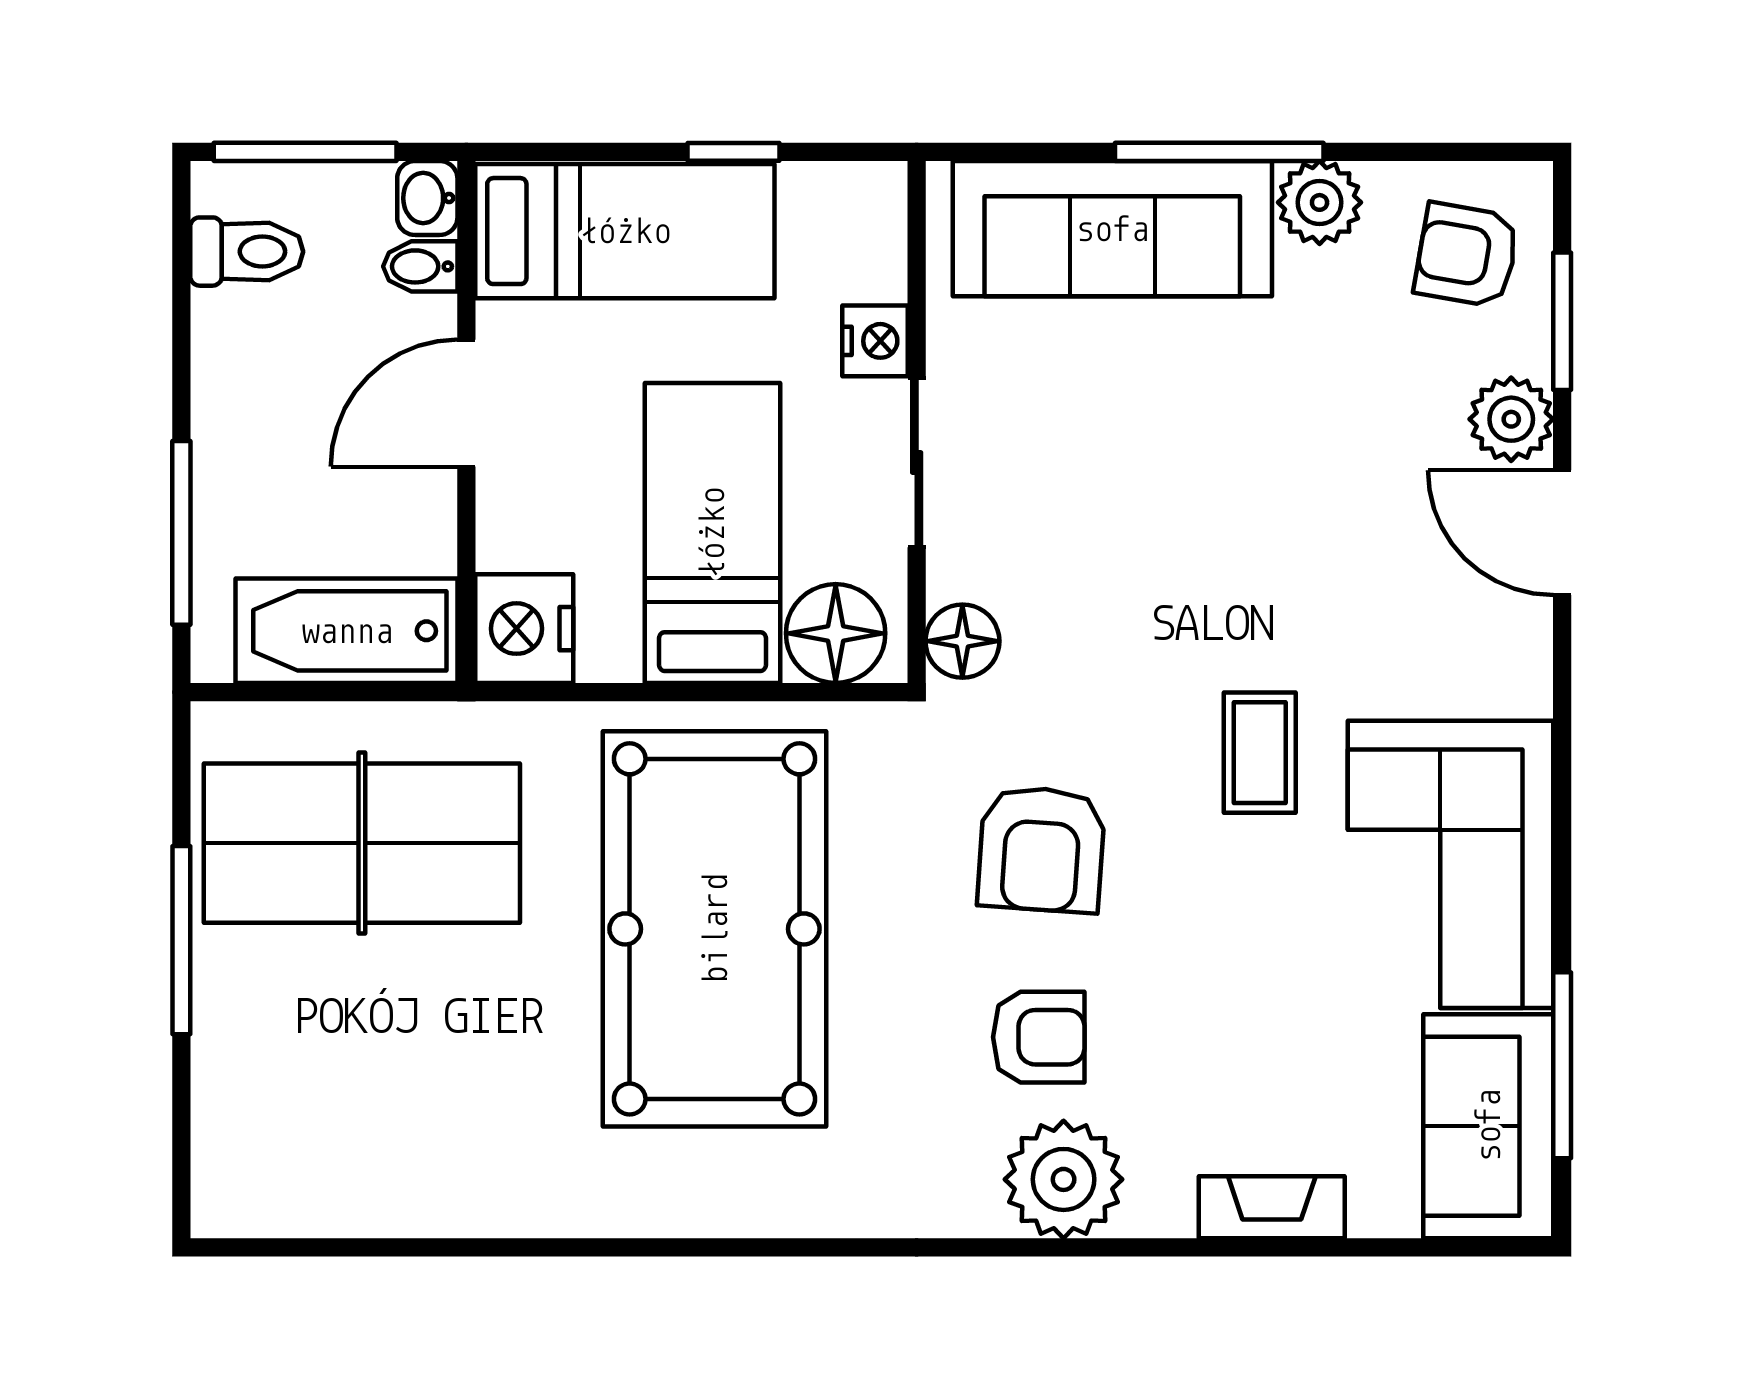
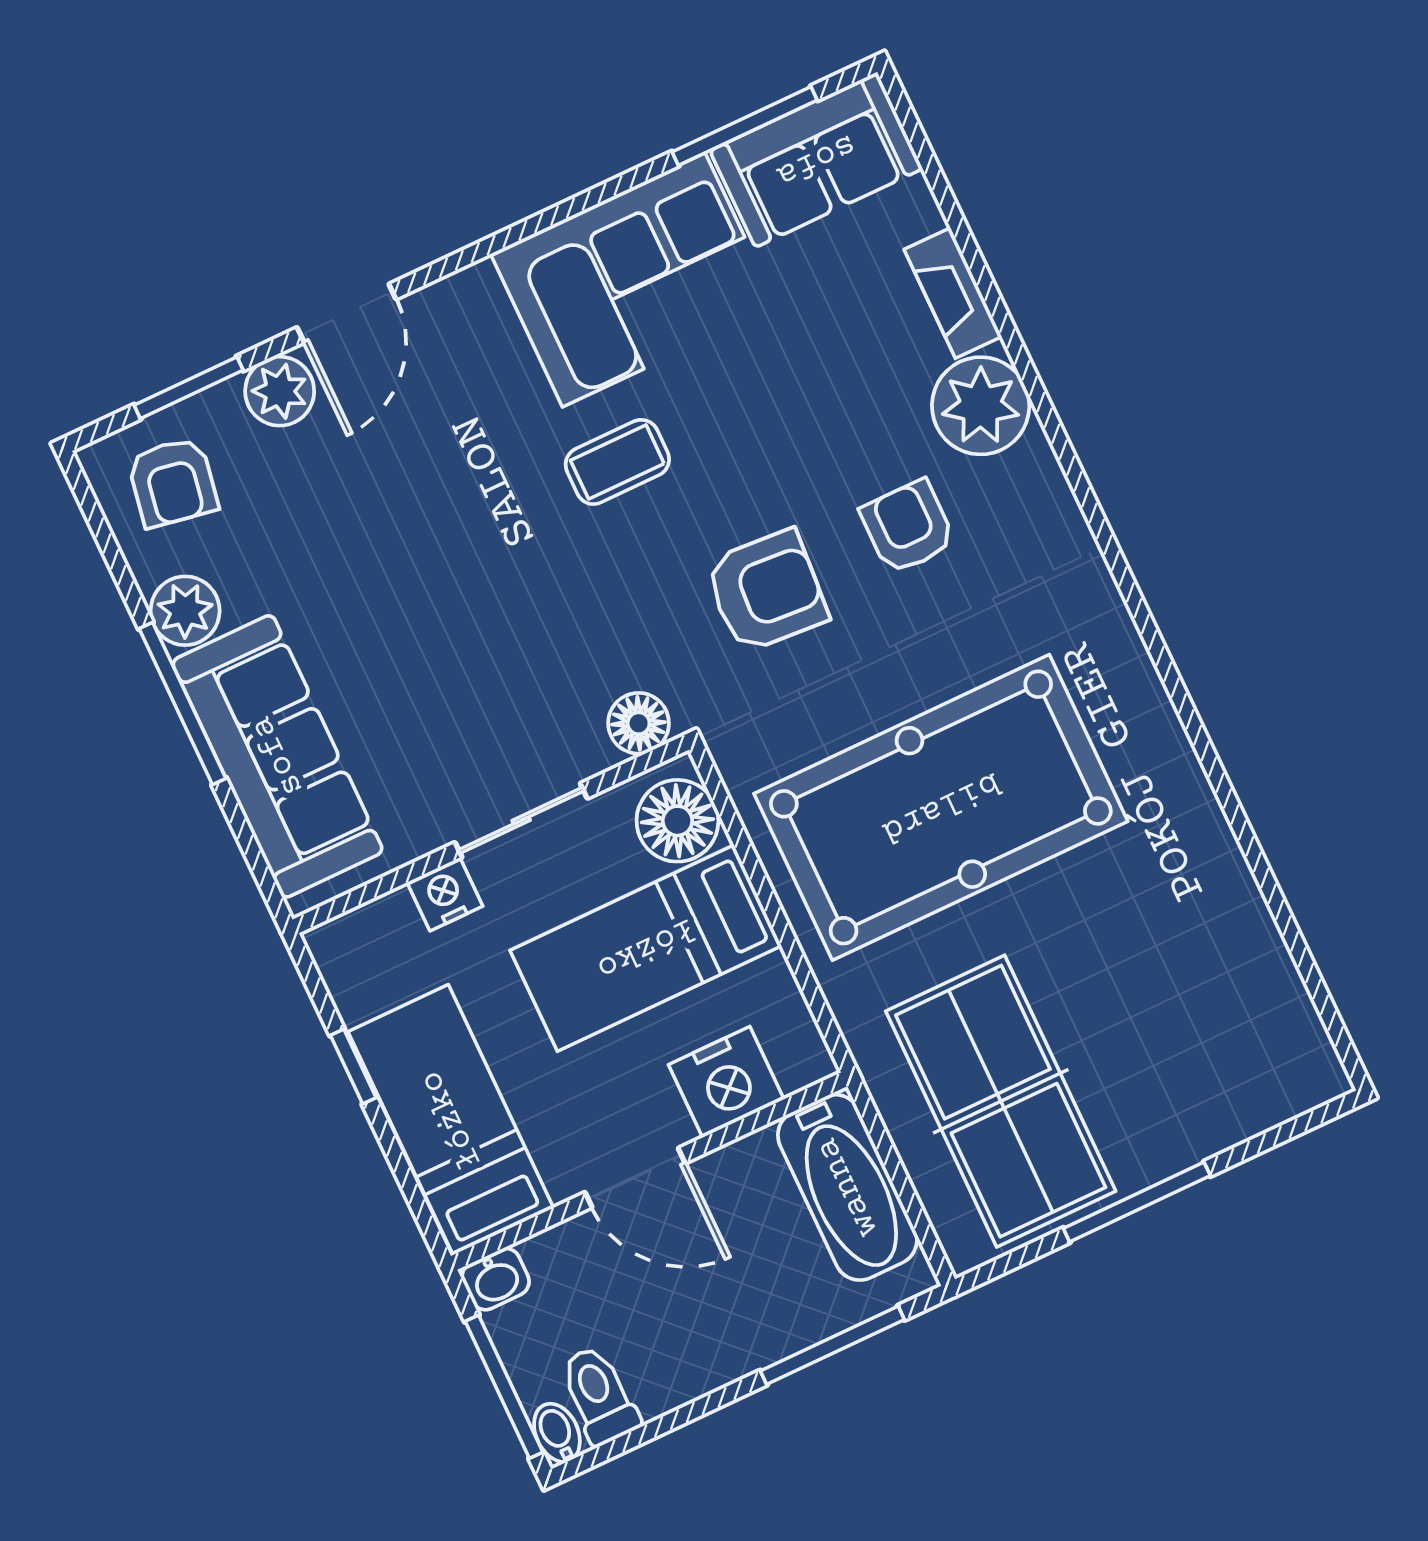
bidet: (420, 266) -> (557, 1433), moved, turned 180
nightstand: (524, 629) -> (726, 1082), moved
plant: (1064, 1179) -> (981, 406), moved

